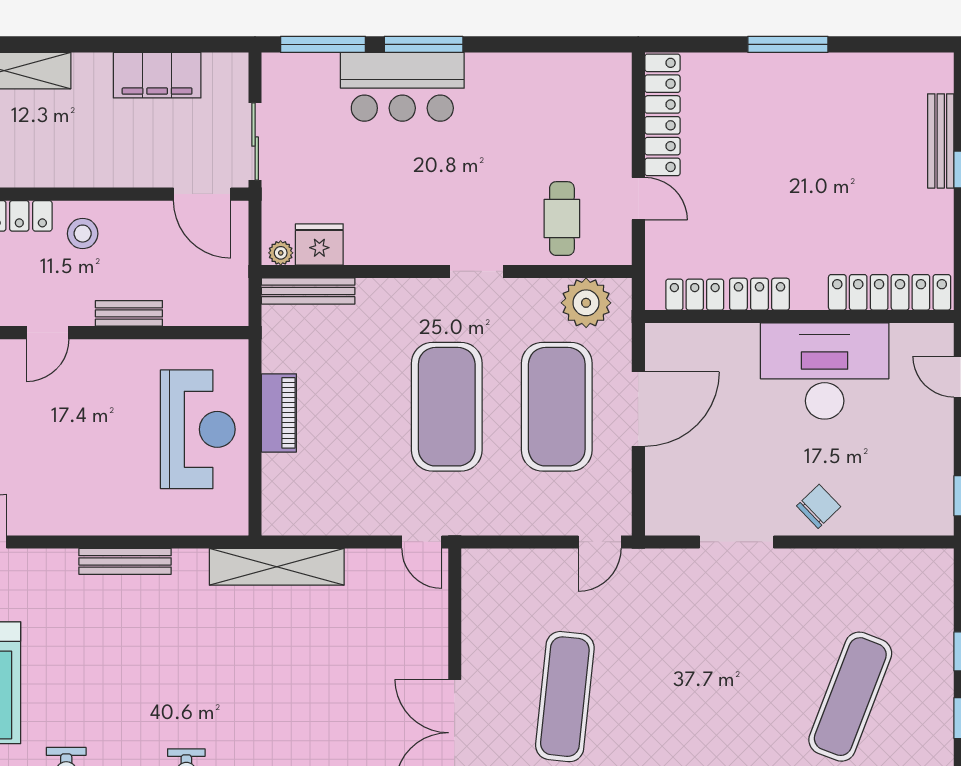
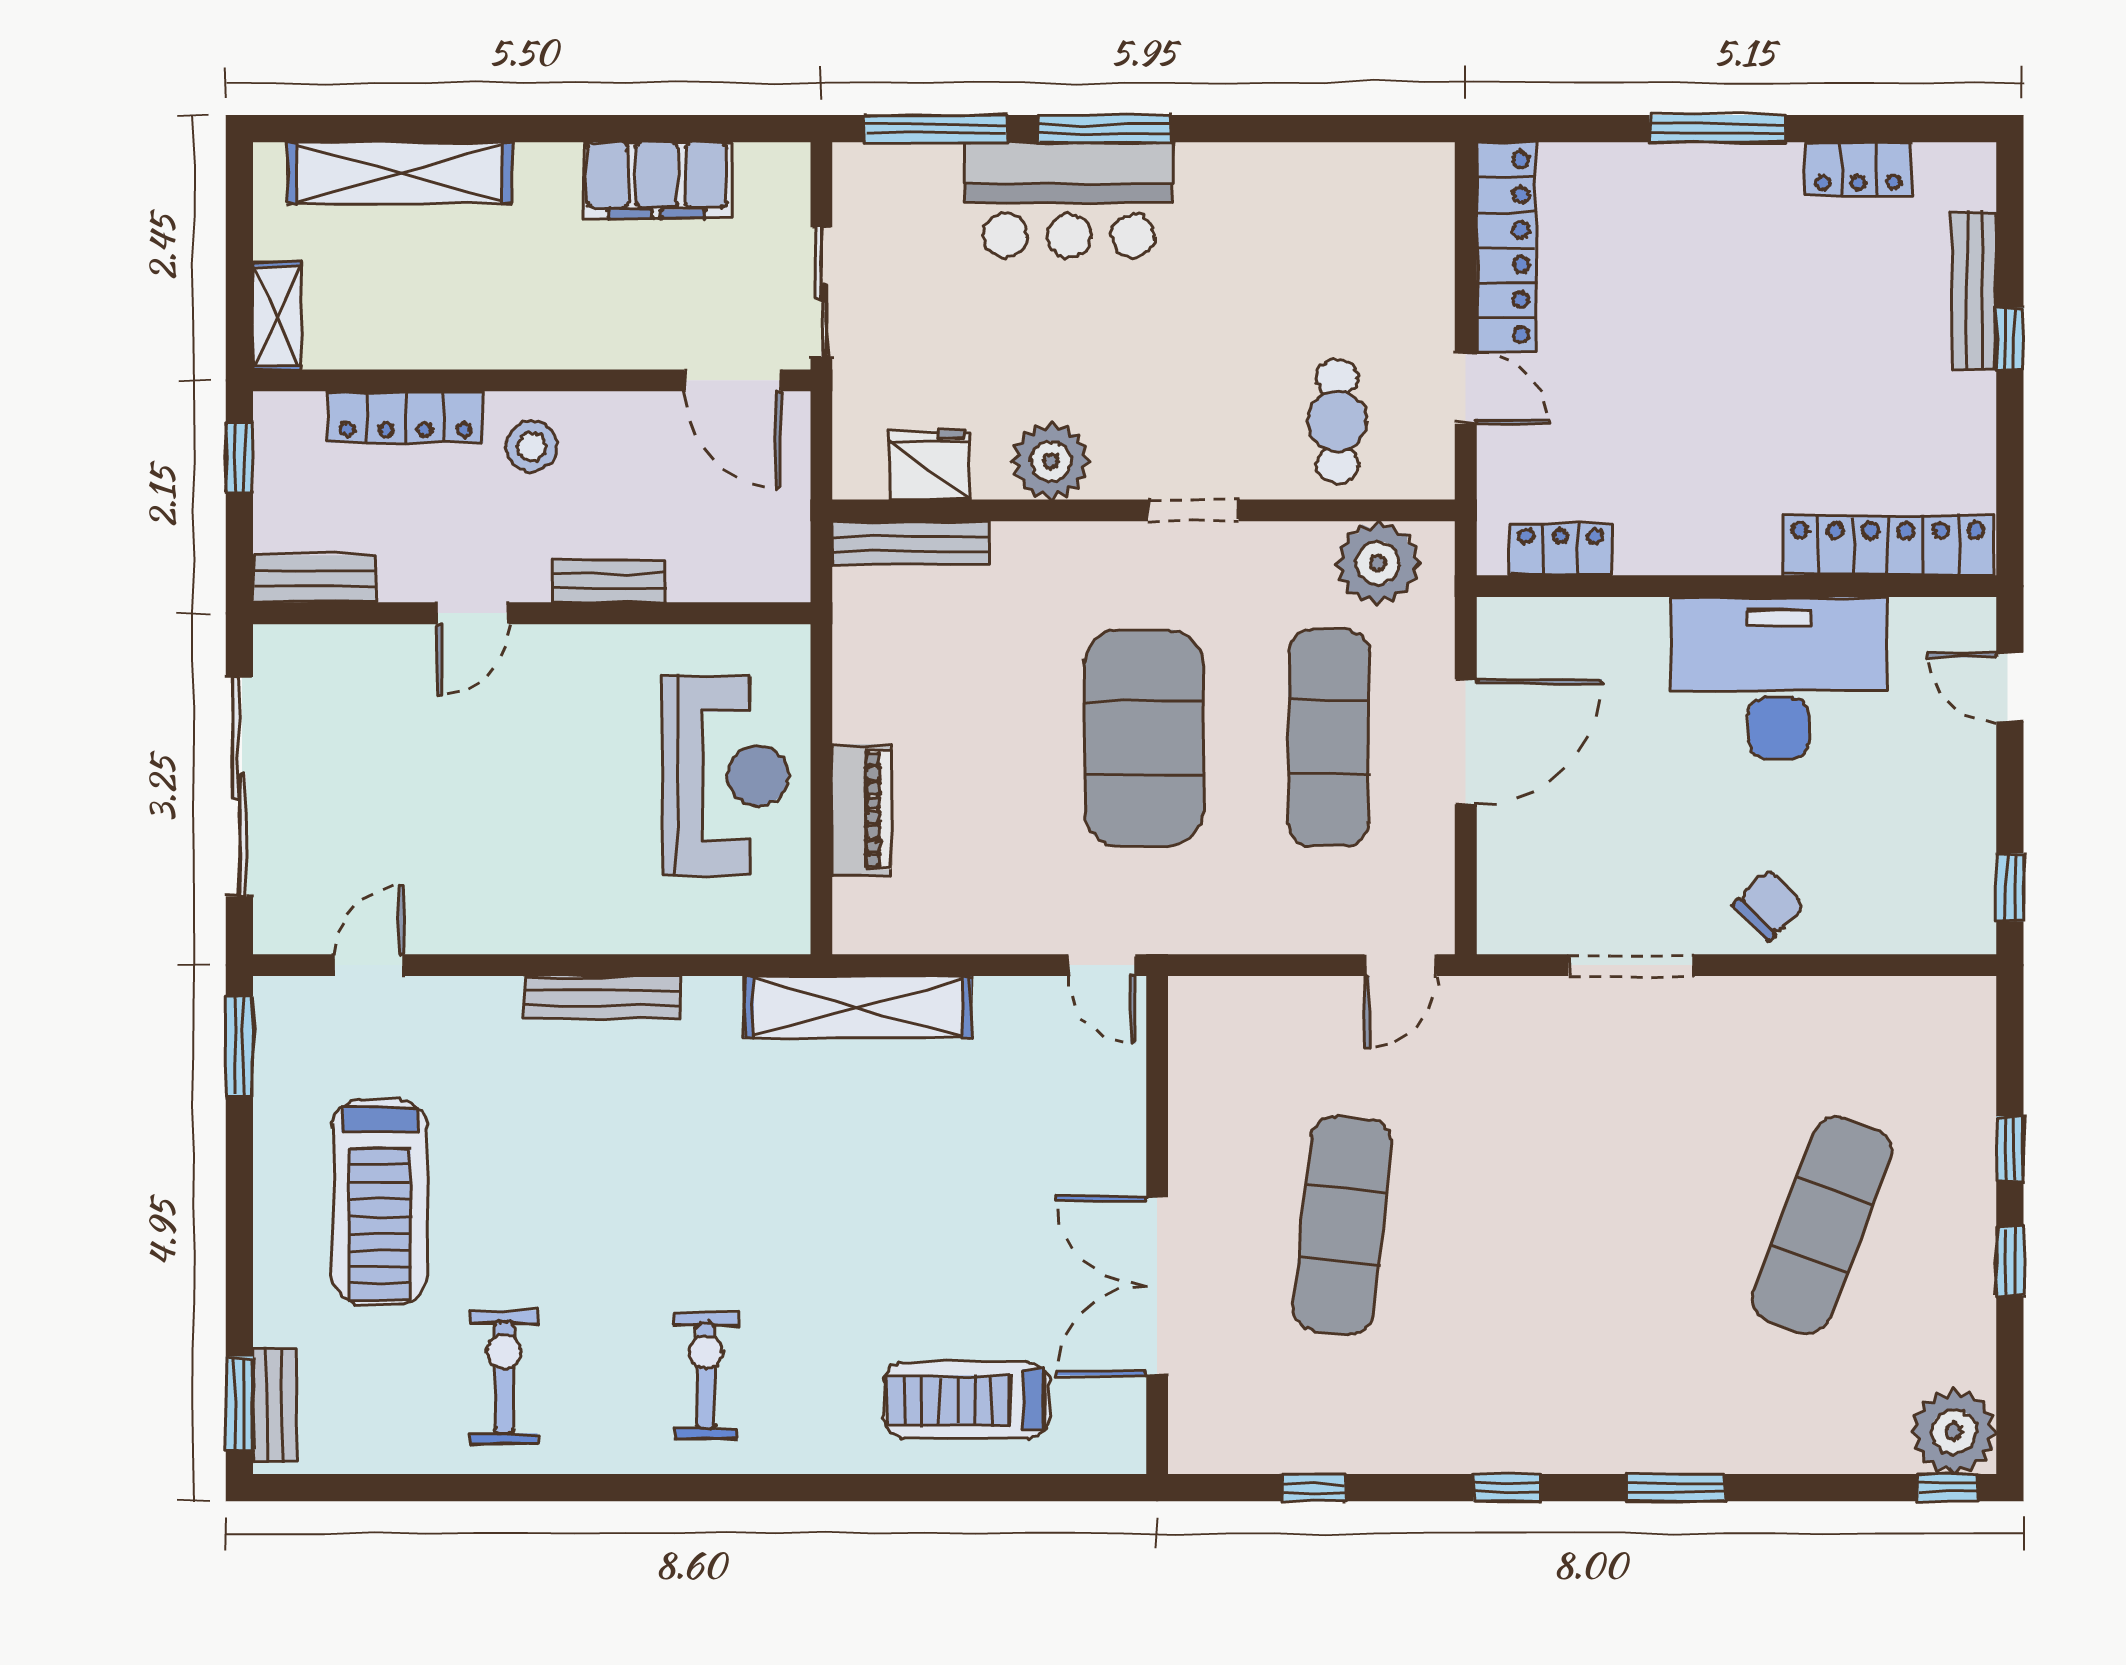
plant: (281, 253) -> (1051, 461), moved, width x1.88, depth x1.88
locker: (759, 294) -> (1858, 169), moved, turned 180
exercise mat: (557, 407) -> (1329, 738), width x0.68
piano: (279, 413) -> (862, 810), moved

